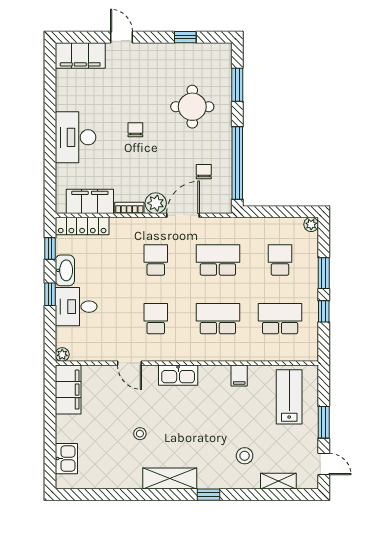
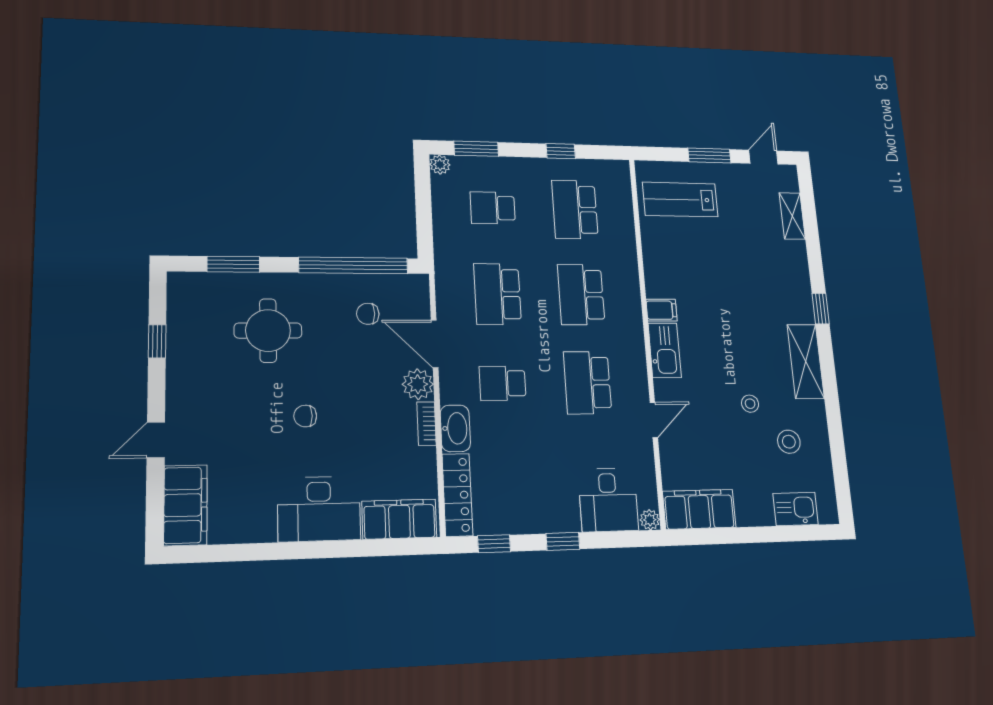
filing cabinet: (90, 201) -> (399, 519), moved, turned 90
washbasin: (65, 270) -> (455, 428), moved, turned 90
window: (324, 273) -> (476, 149), moved
desk: (76, 307) -> (608, 500), moved
school desk: (156, 319) -> (588, 383), width x1.85
filing cabinet: (239, 376) -> (662, 310), moved
stool: (245, 456) -> (789, 442), moved

